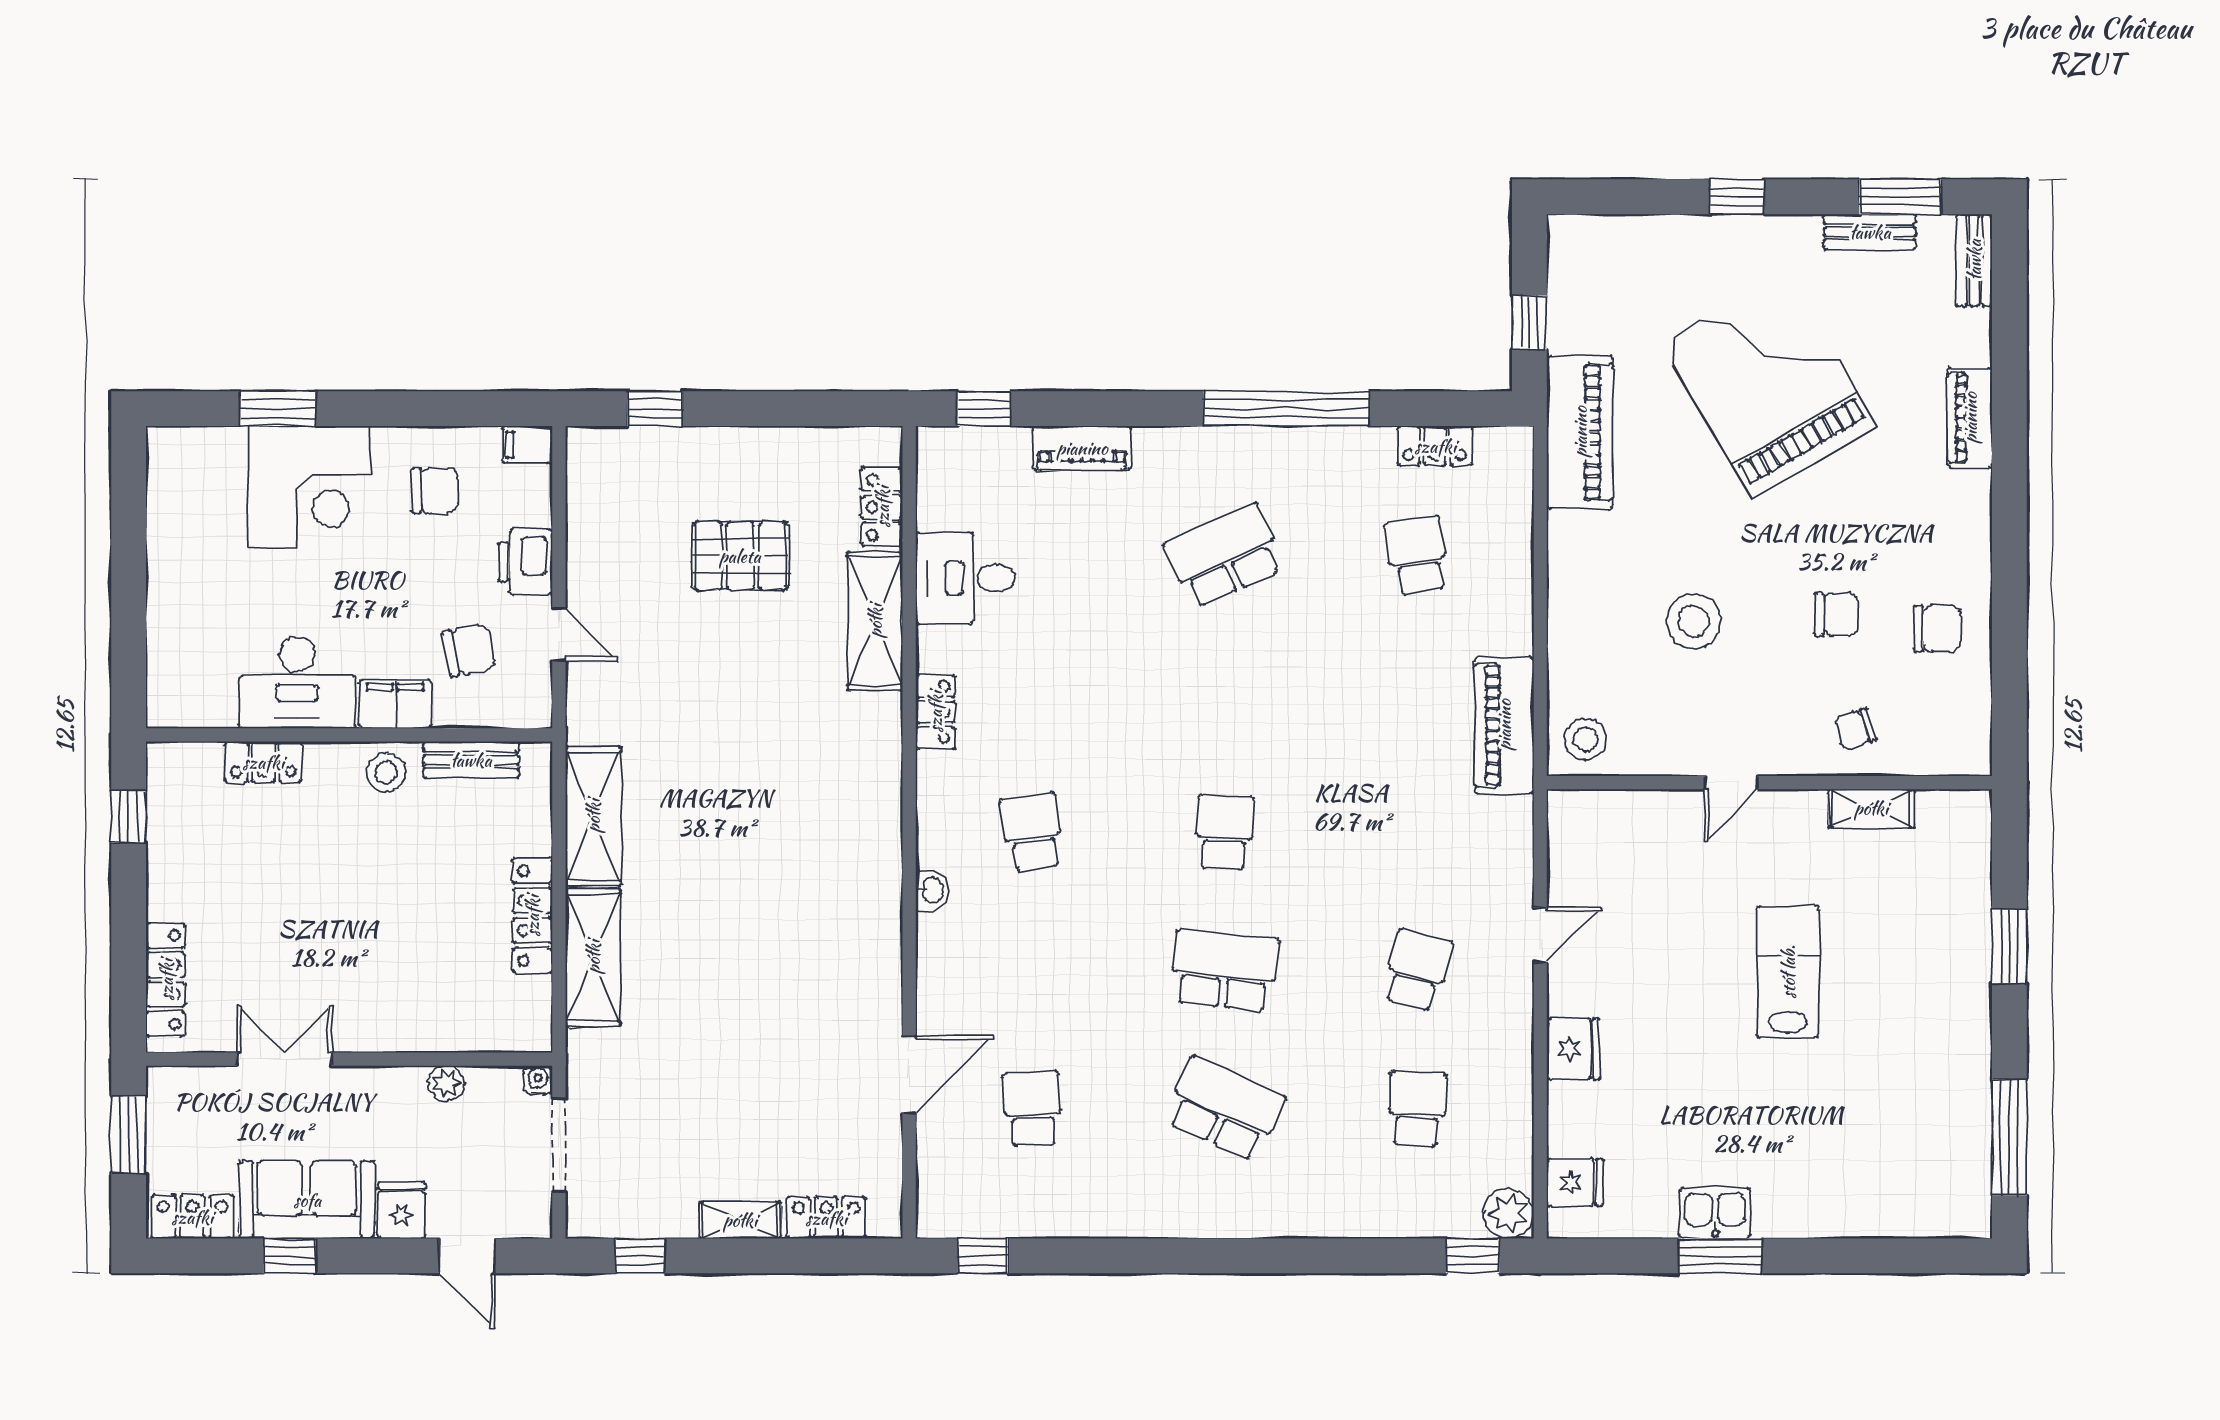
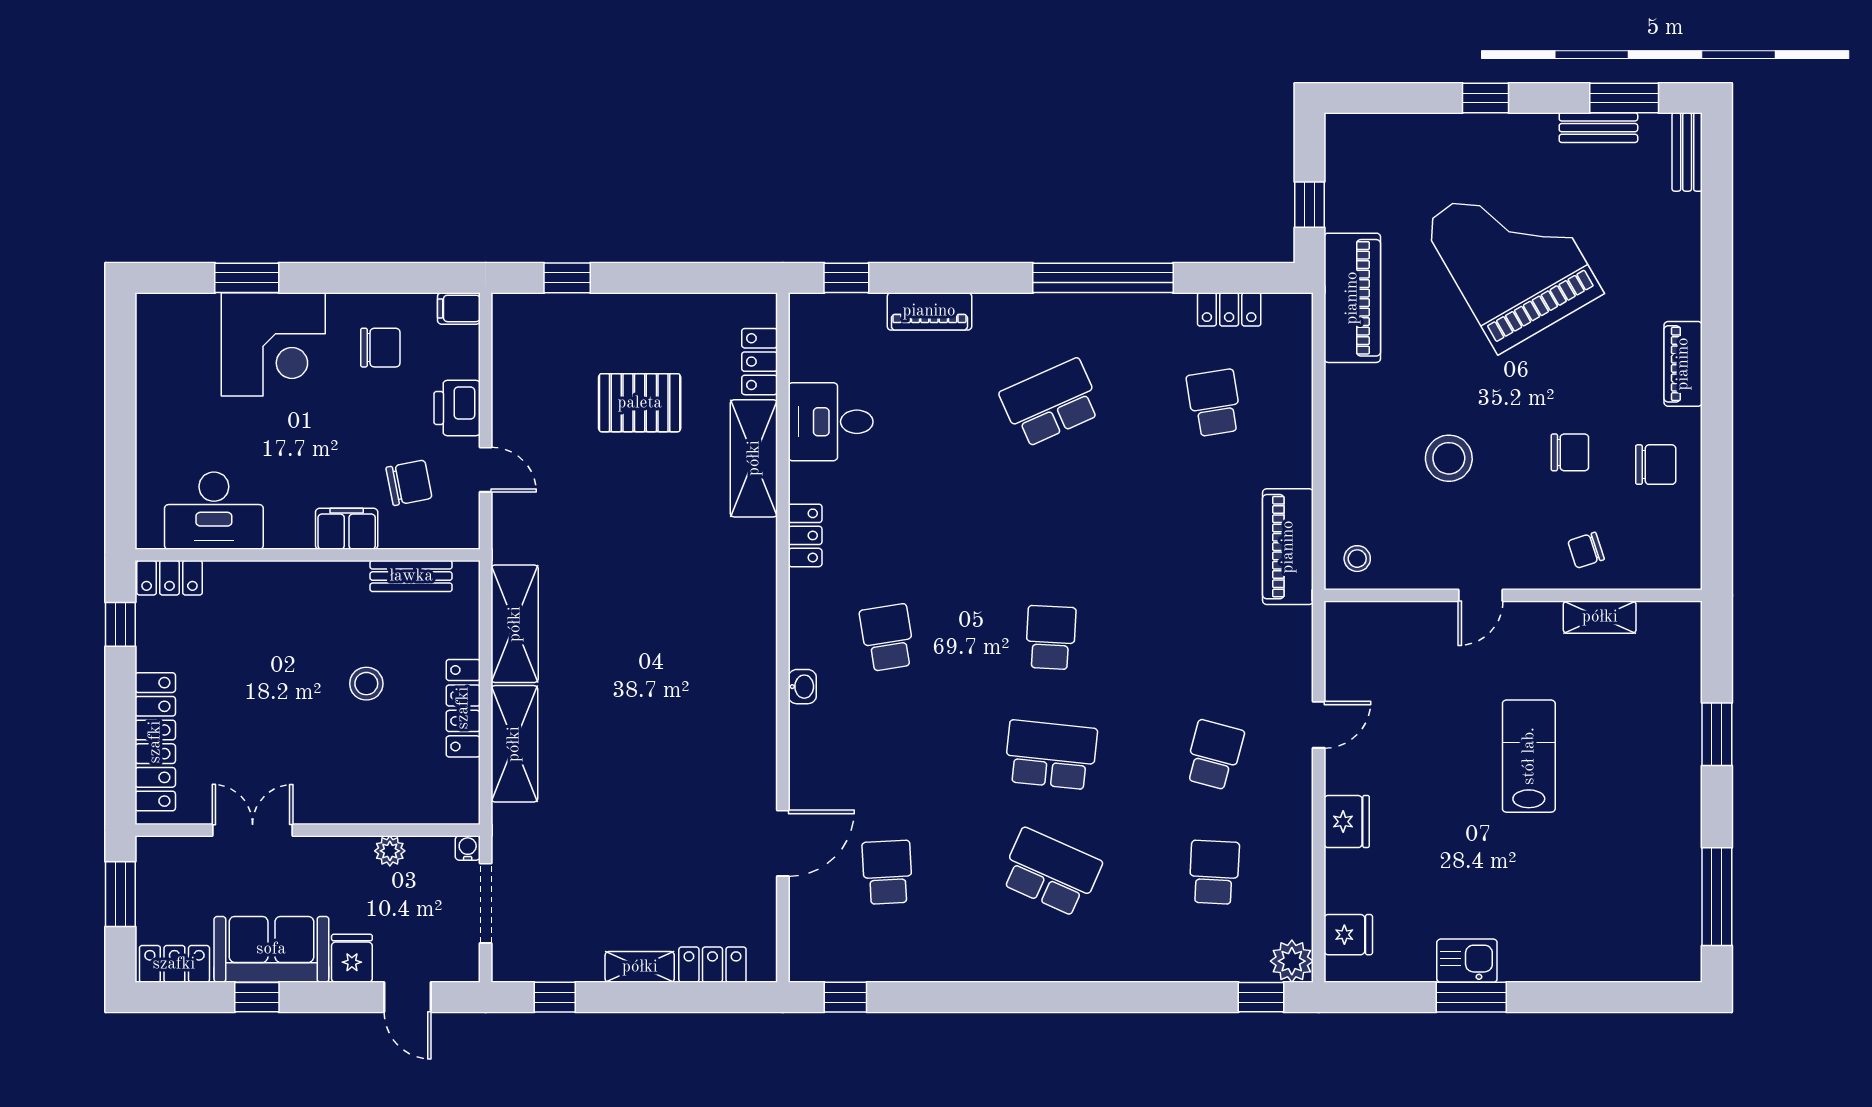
piano: (1970, 418) -> (1683, 364), moved
desk: (297, 683) -> (214, 511), moved
stool: (1586, 739) -> (1357, 559), width x0.73, depth x0.73
locker: (263, 762) -> (169, 578), moved
stool: (386, 773) -> (366, 684), moved
locker: (166, 980) -> (155, 742), width x1.41, depth x1.21

